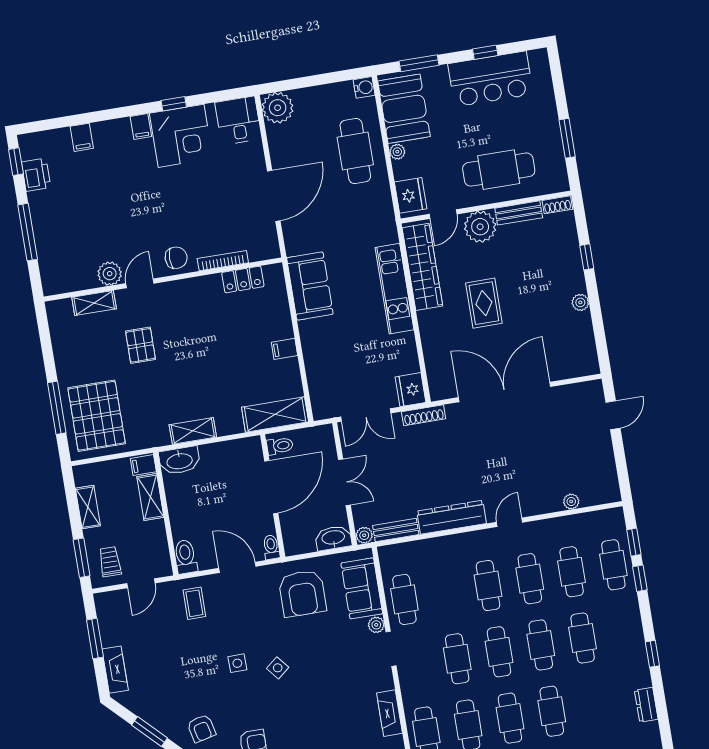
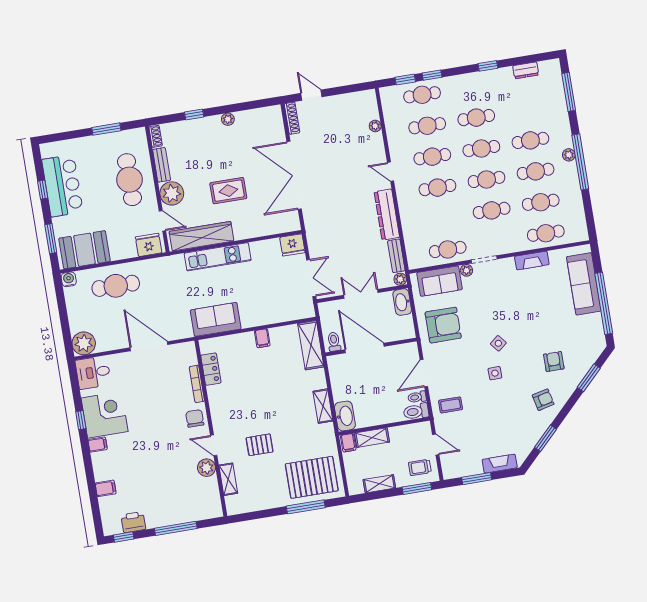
plant: (397, 152) -> (116, 255), removed
shoe rack: (424, 415) -> (292, 118), moved
toilet: (271, 547) -> (417, 397), moved

